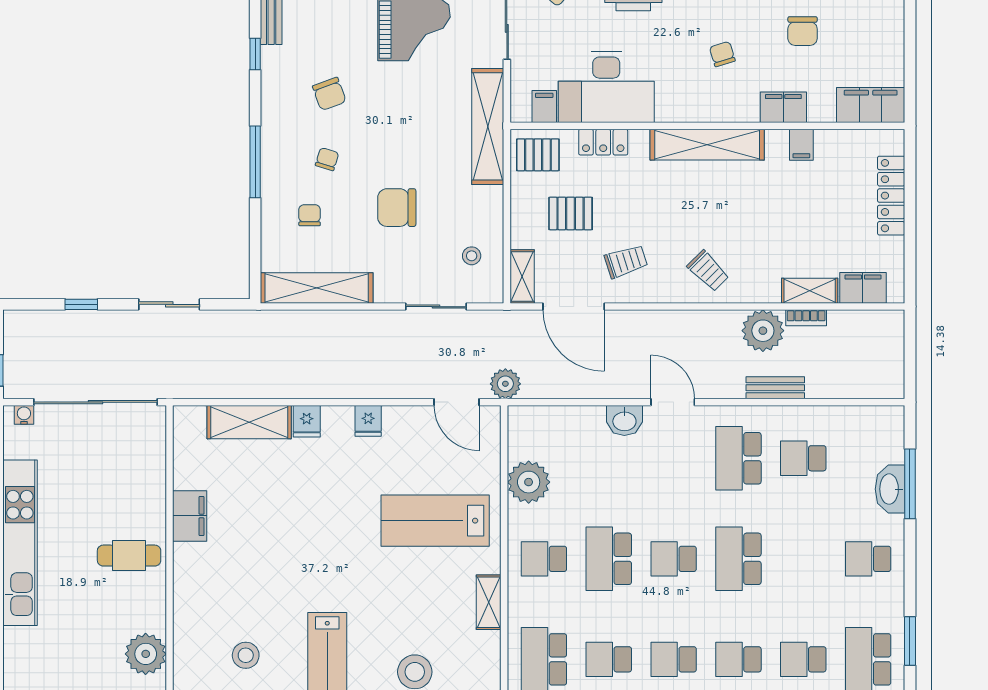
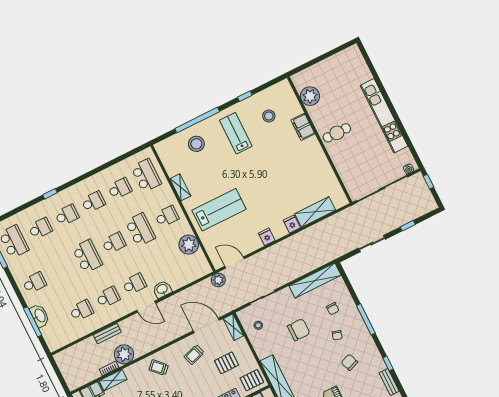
school desk: (674, 458) -> (134, 284), added
school desk: (738, 458) -> (108, 297), width x0.54
filing cabinet: (190, 516) -> (303, 127), moved

